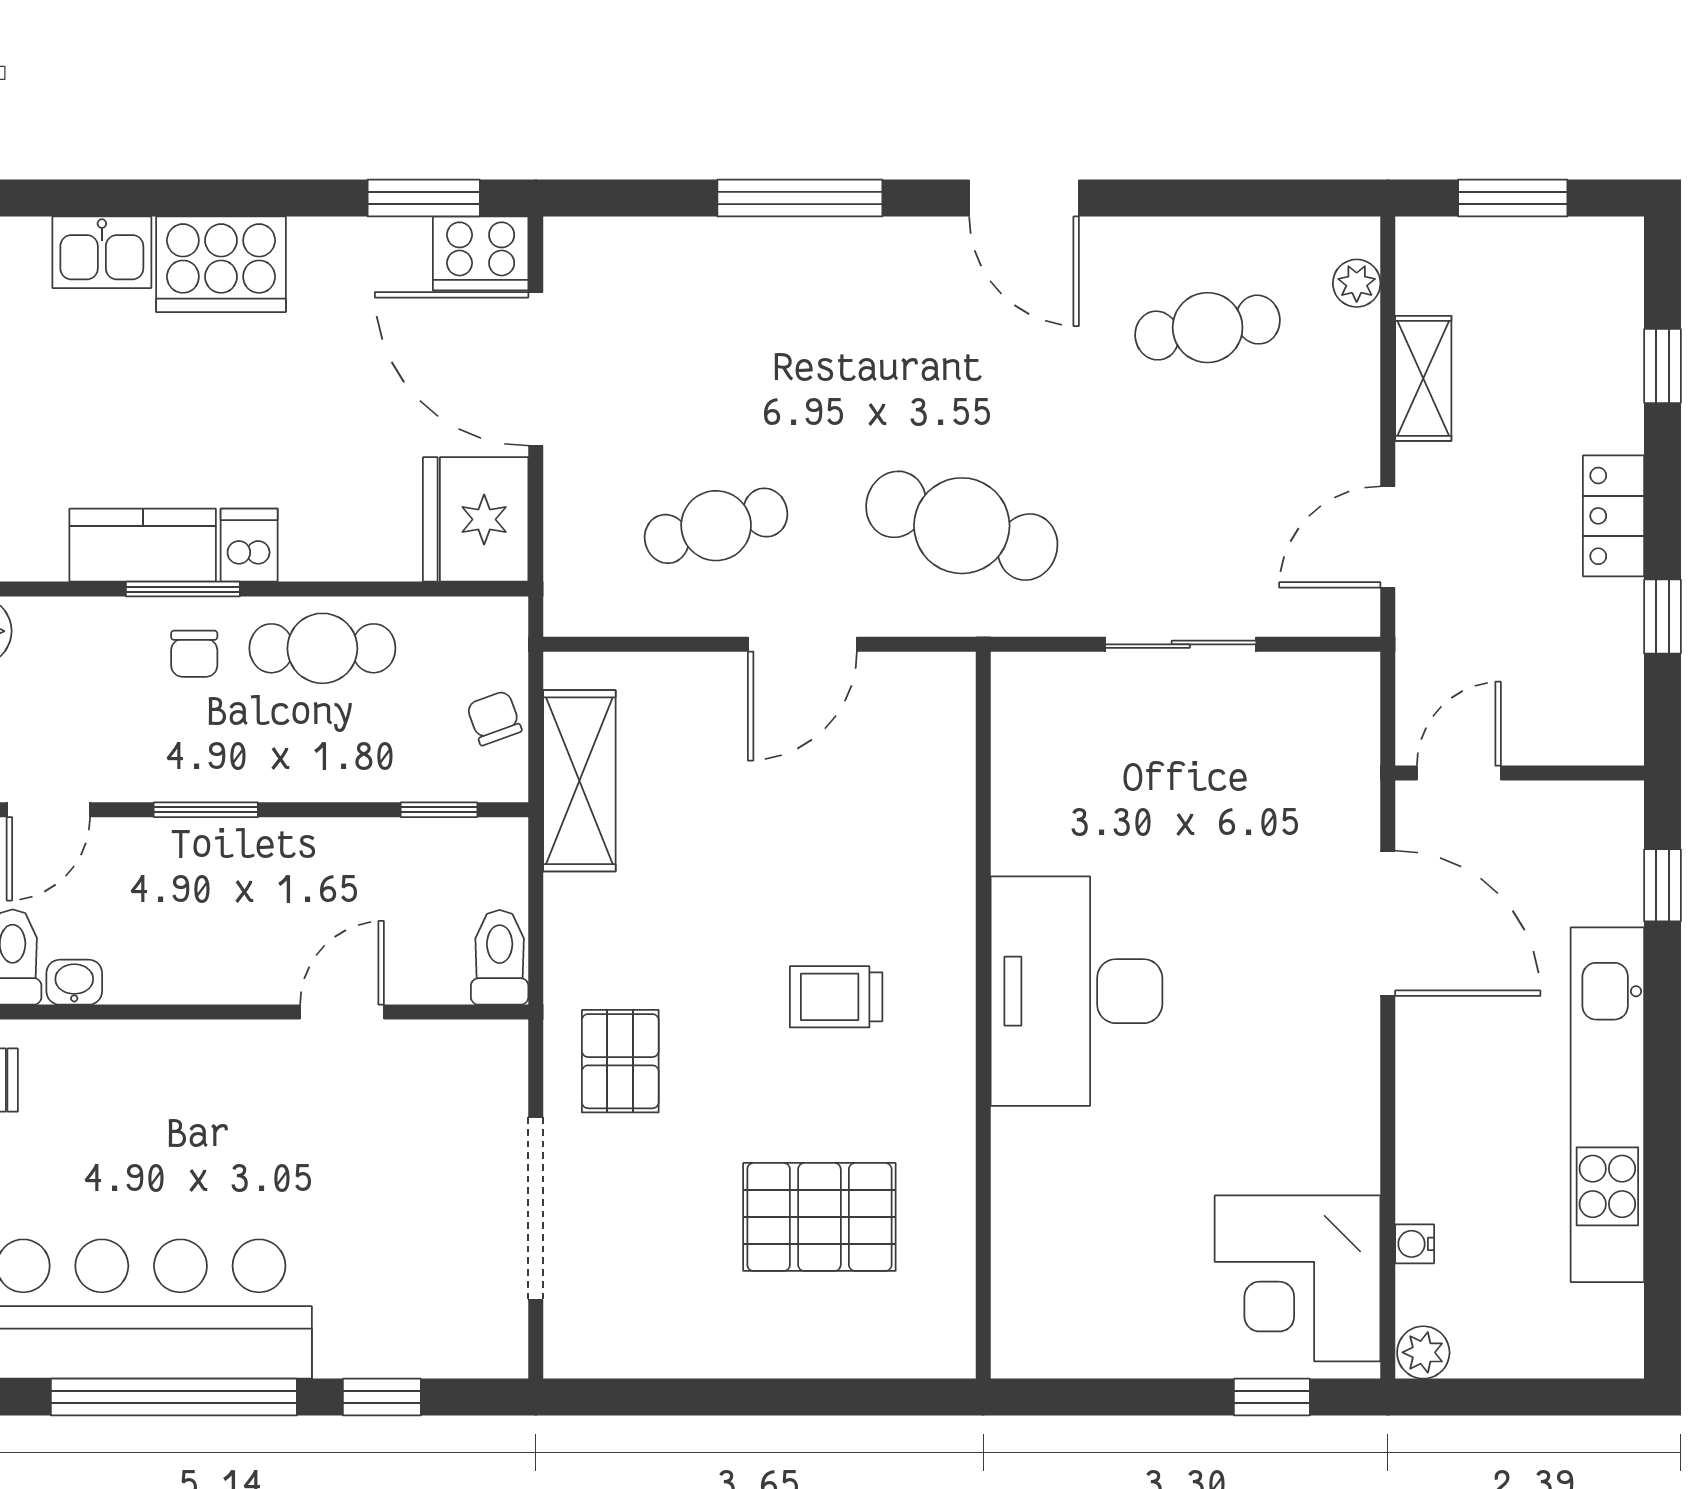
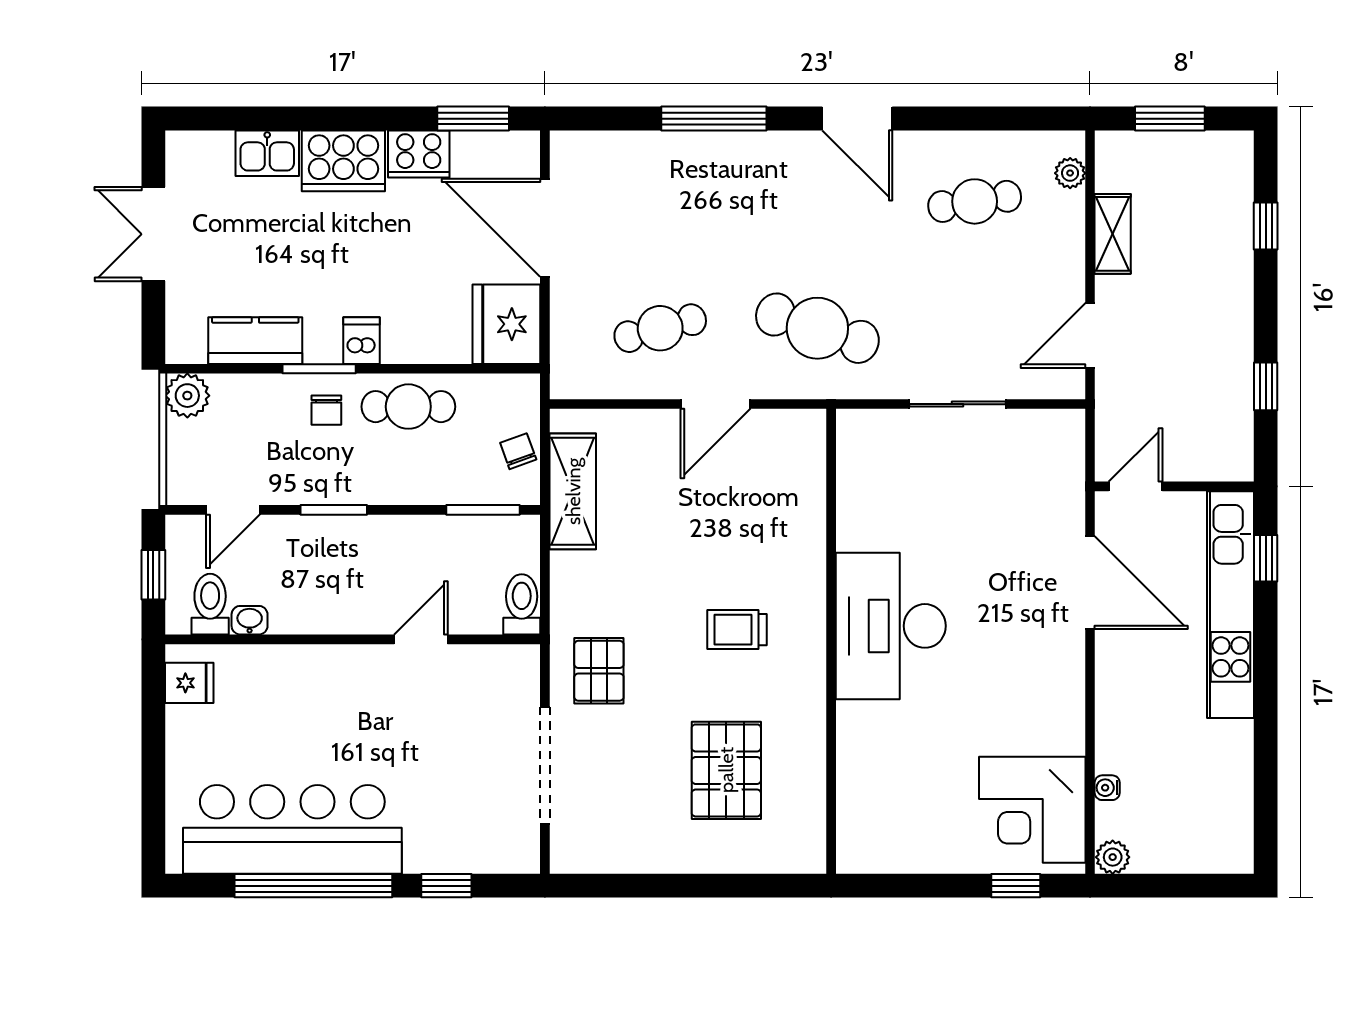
cooker: (481, 253) -> (419, 154), moved
locker: (1613, 516) -> (1234, 322), removed
kitchen counter: (143, 545) -> (255, 341), moved
window: (439, 810) -> (483, 510), width x1.50
kitchen unit: (1607, 1105) -> (1230, 605), moved
pallet: (819, 1217) -> (726, 770), turned 90

